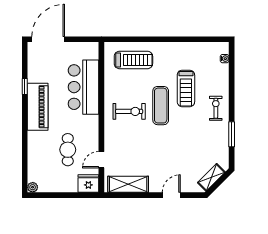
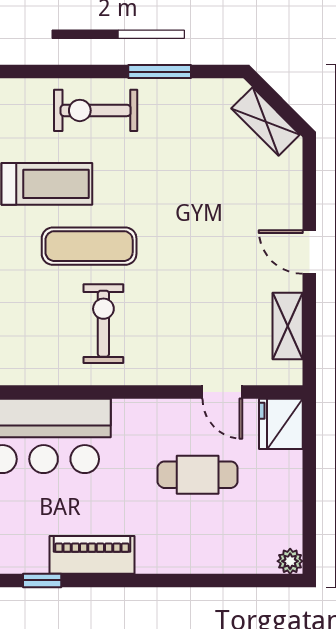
piano: (38, 107) -> (92, 555), width x0.73, depth x0.75
exercise bike: (216, 108) -> (96, 110), width x1.38, depth x1.39
shelving: (128, 184) -> (288, 326), width x0.67, depth x0.75
door: (171, 195) -> (309, 252), moved

